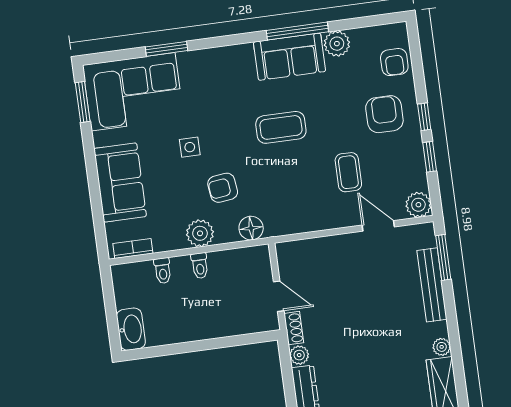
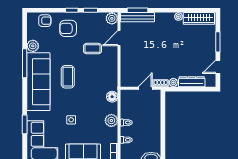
sofa: (290, 57) -> (38, 82), width x1.85, depth x1.27
armchair: (223, 188) -> (92, 107), removed
bench: (432, 285) -> (138, 17), moved

